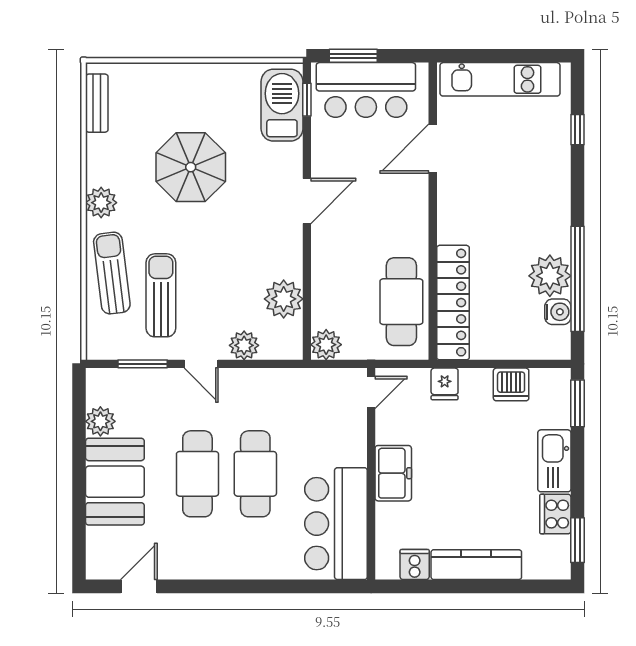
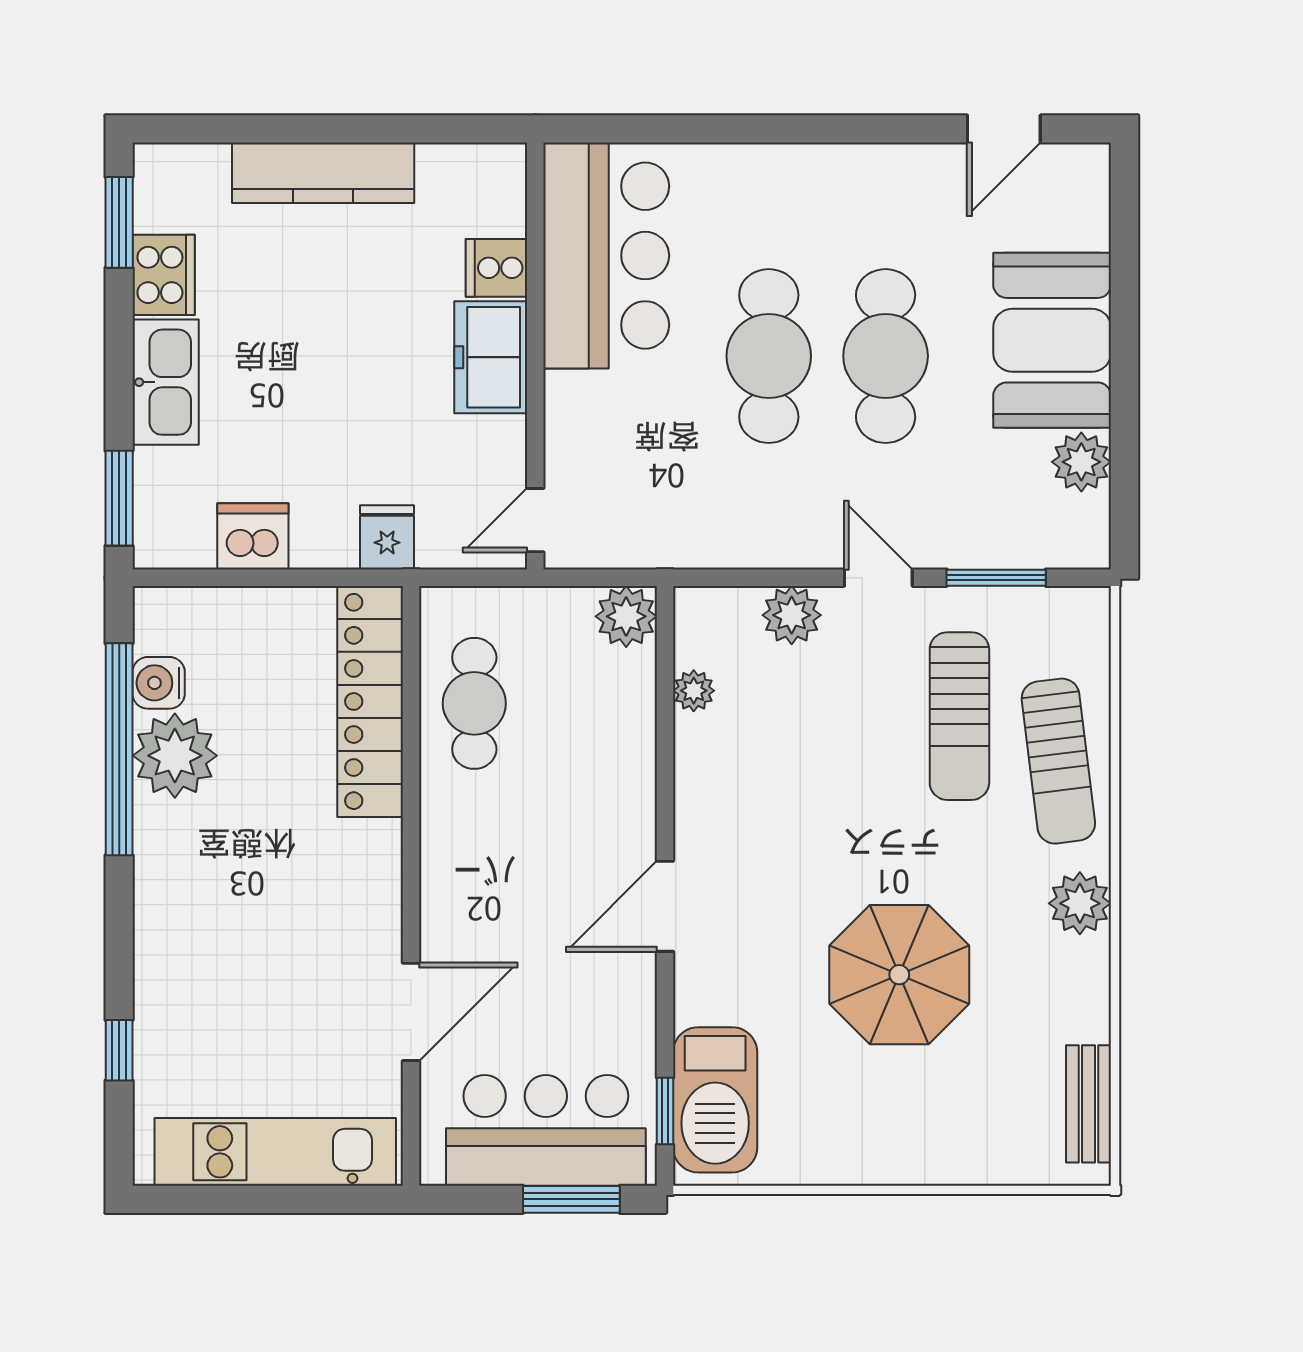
plant: (284, 299) -> (694, 691), width x0.53, depth x0.53
cafe table: (401, 302) -> (474, 703), width x0.73, depth x0.74
cooker: (415, 565) -> (497, 268), moved, turned 90

